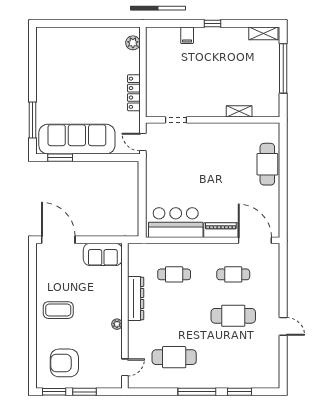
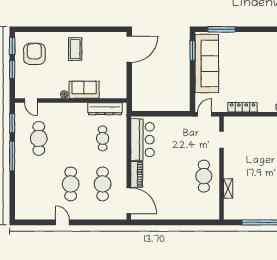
cafe table: (267, 164) -> (204, 176), moved, turned 90
door: (255, 240) -> (129, 201), hinge flipped
sofa: (103, 254) -> (84, 90), moved, turned 90
cafe table: (233, 274) -> (103, 184), width x1.37, depth x1.35
dresser: (136, 298) -> (105, 109), moved
door: (283, 326) -> (62, 222), swing flipped
window: (240, 392) -> (12, 123), moved

